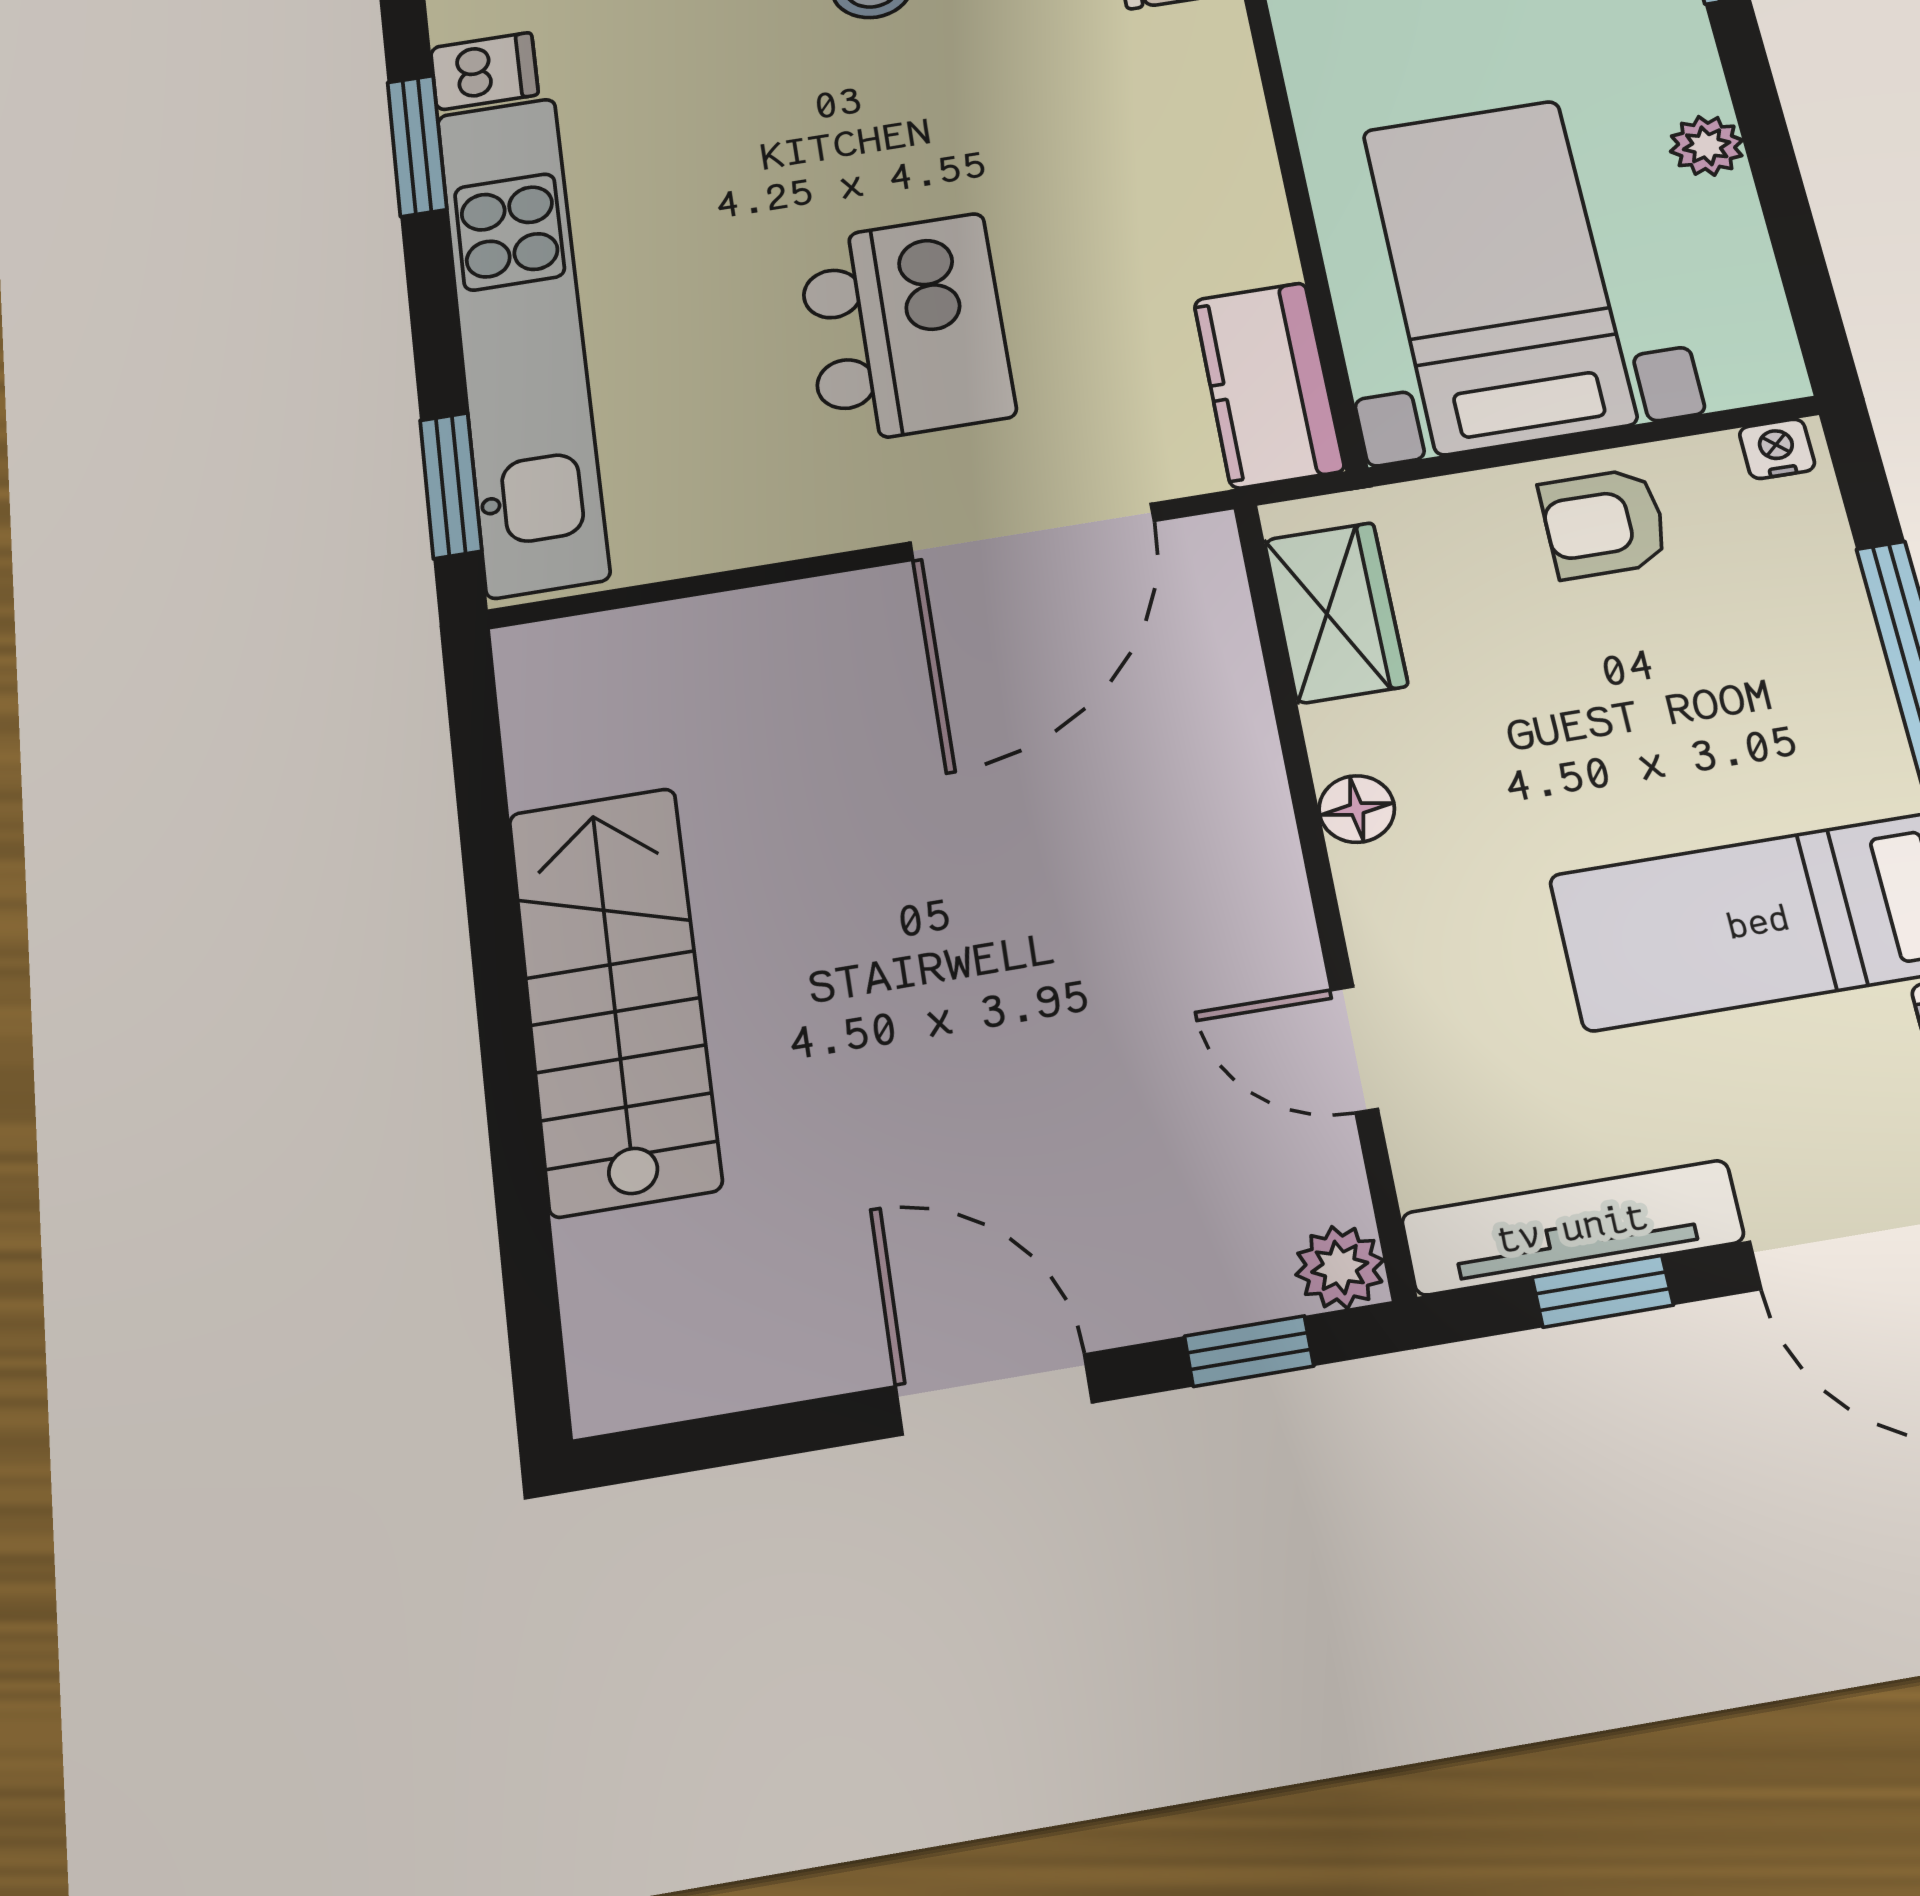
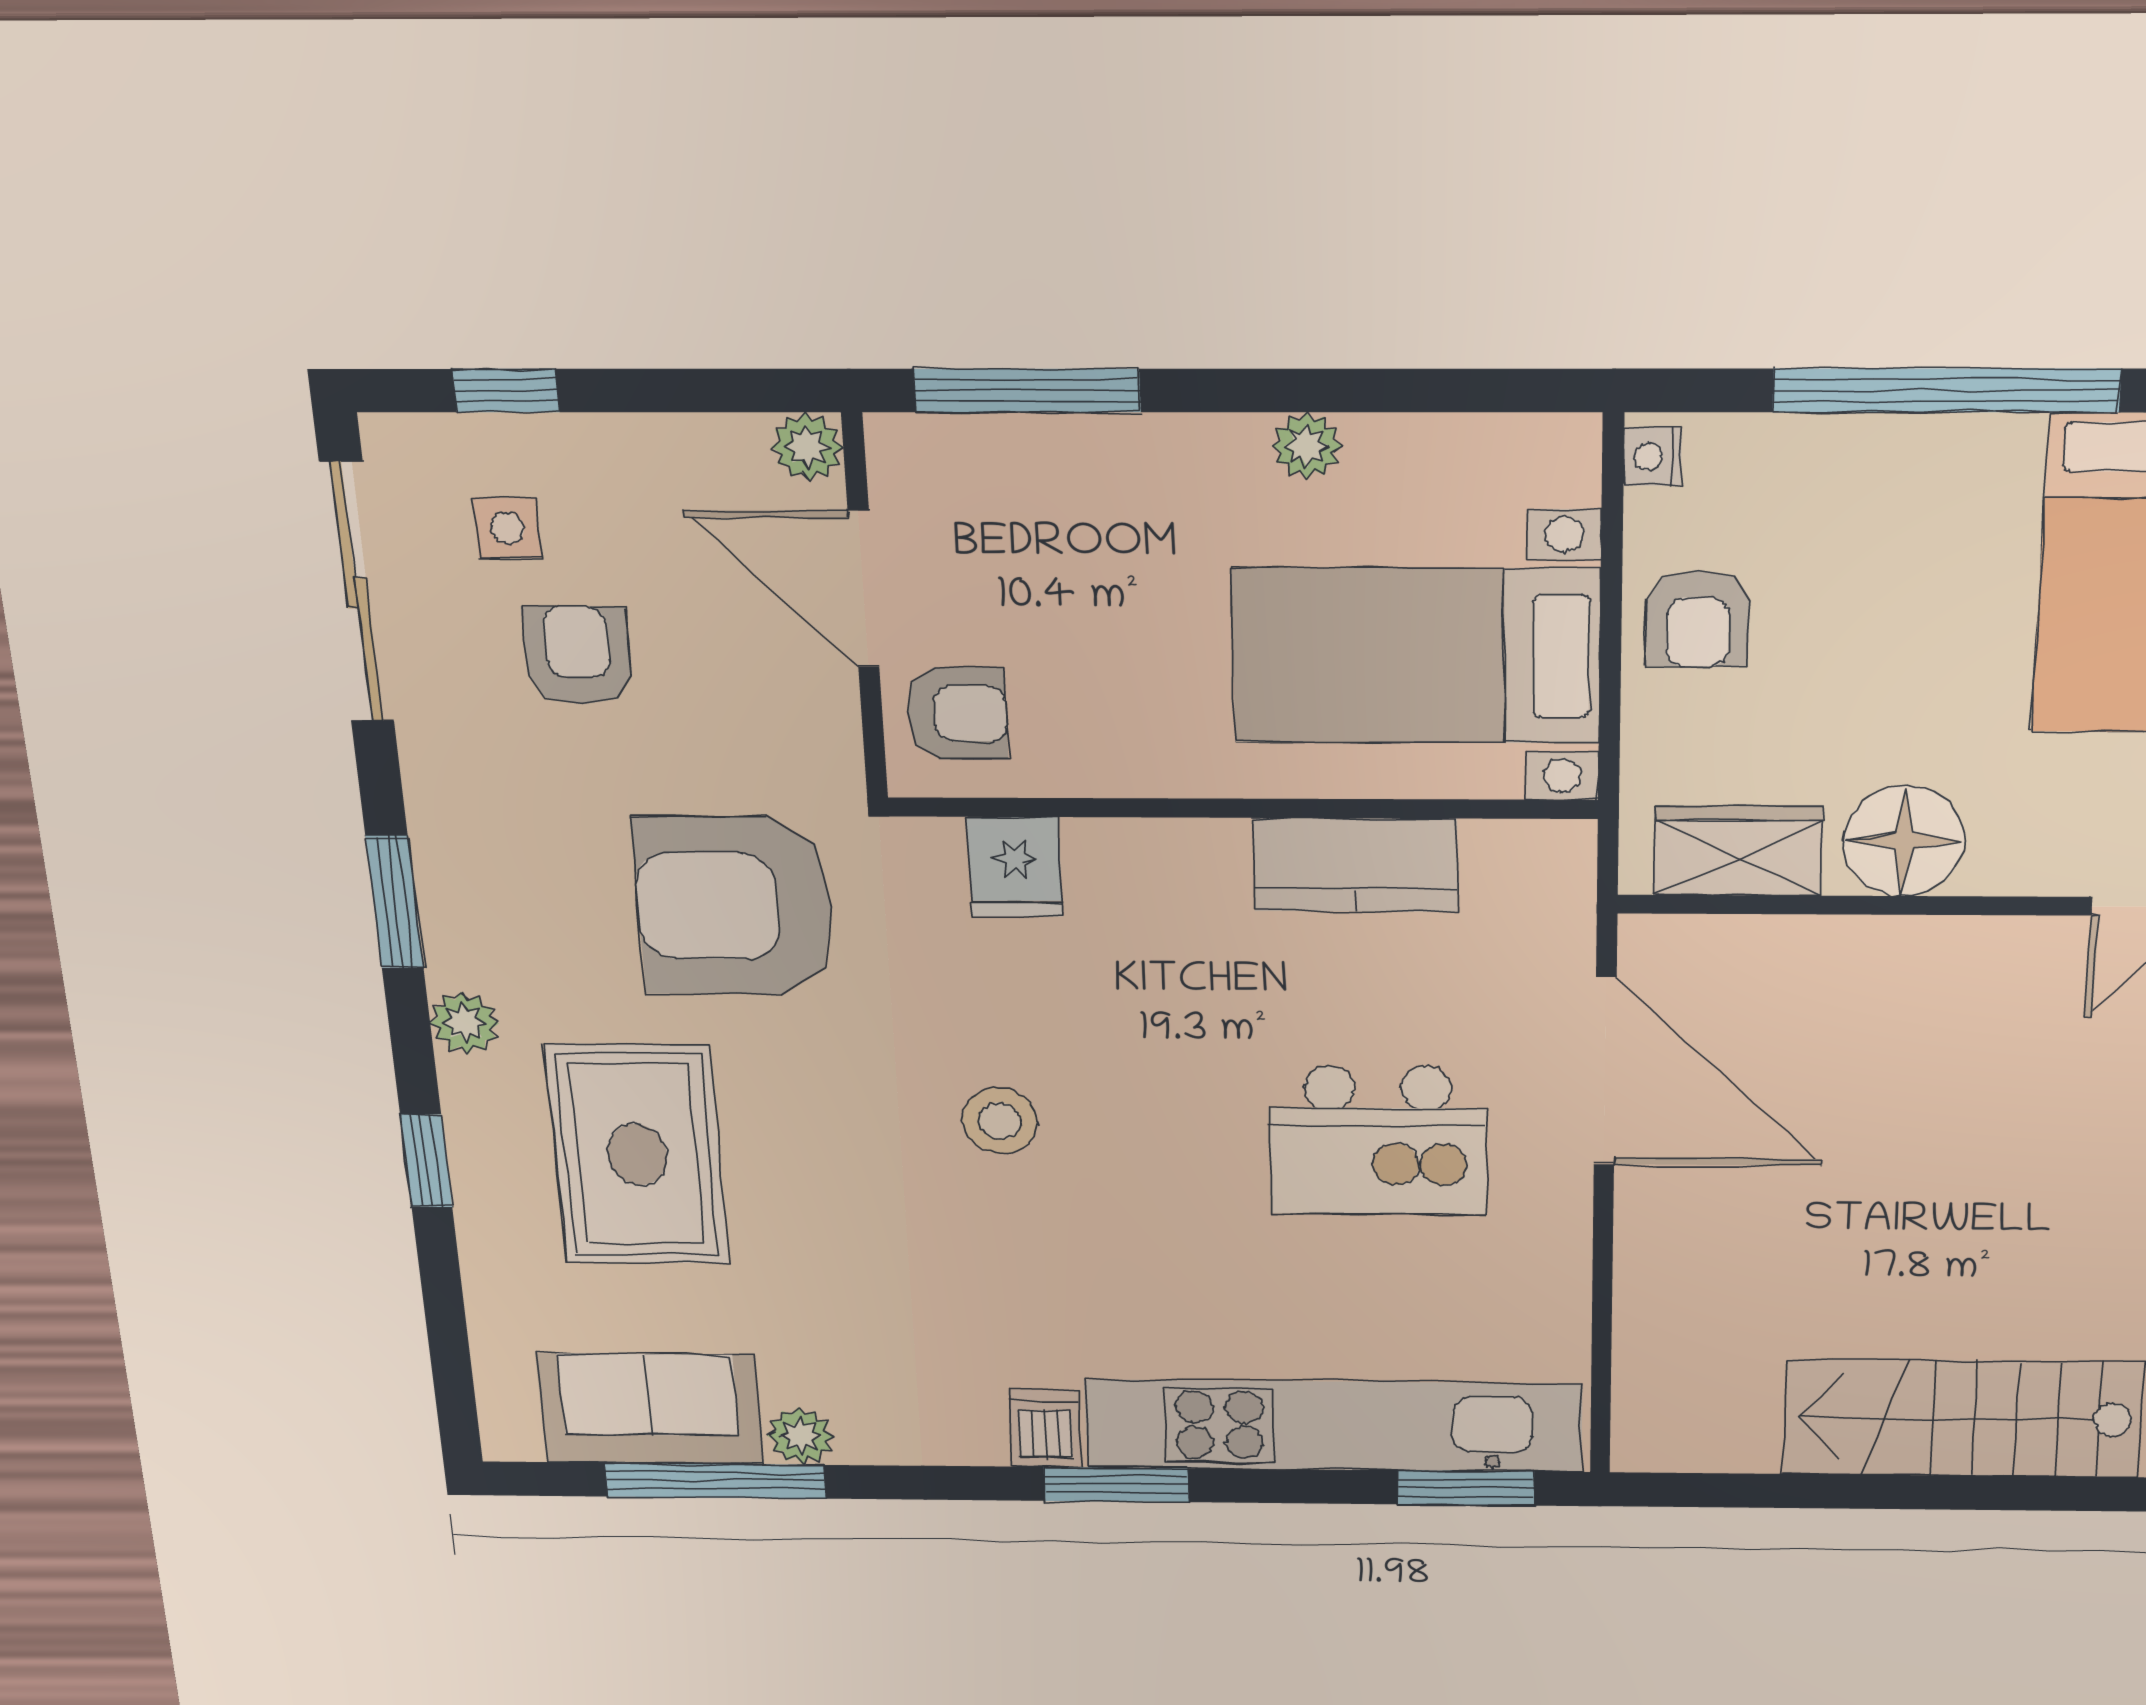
kitchen island: (905, 328) -> (1378, 1141), turned 180
kitchen counter: (1268, 385) -> (1356, 865), moved
floor lamp: (1357, 809) -> (1904, 841), width x1.89, depth x1.89

